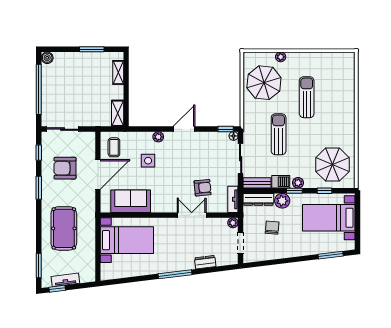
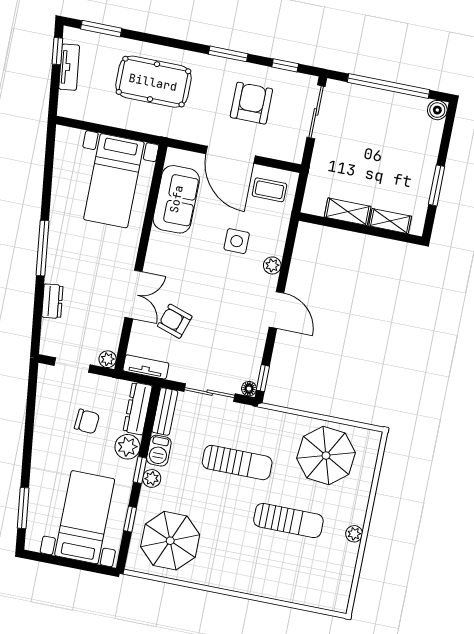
plant: (281, 57) -> (354, 534), moved
shelving: (118, 113) -> (348, 212), moved
armchair: (203, 188) -> (175, 321), turned 113

